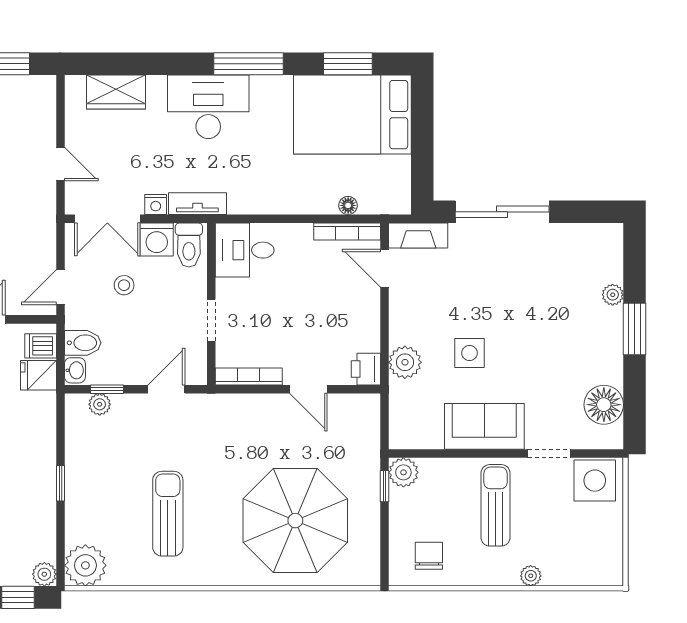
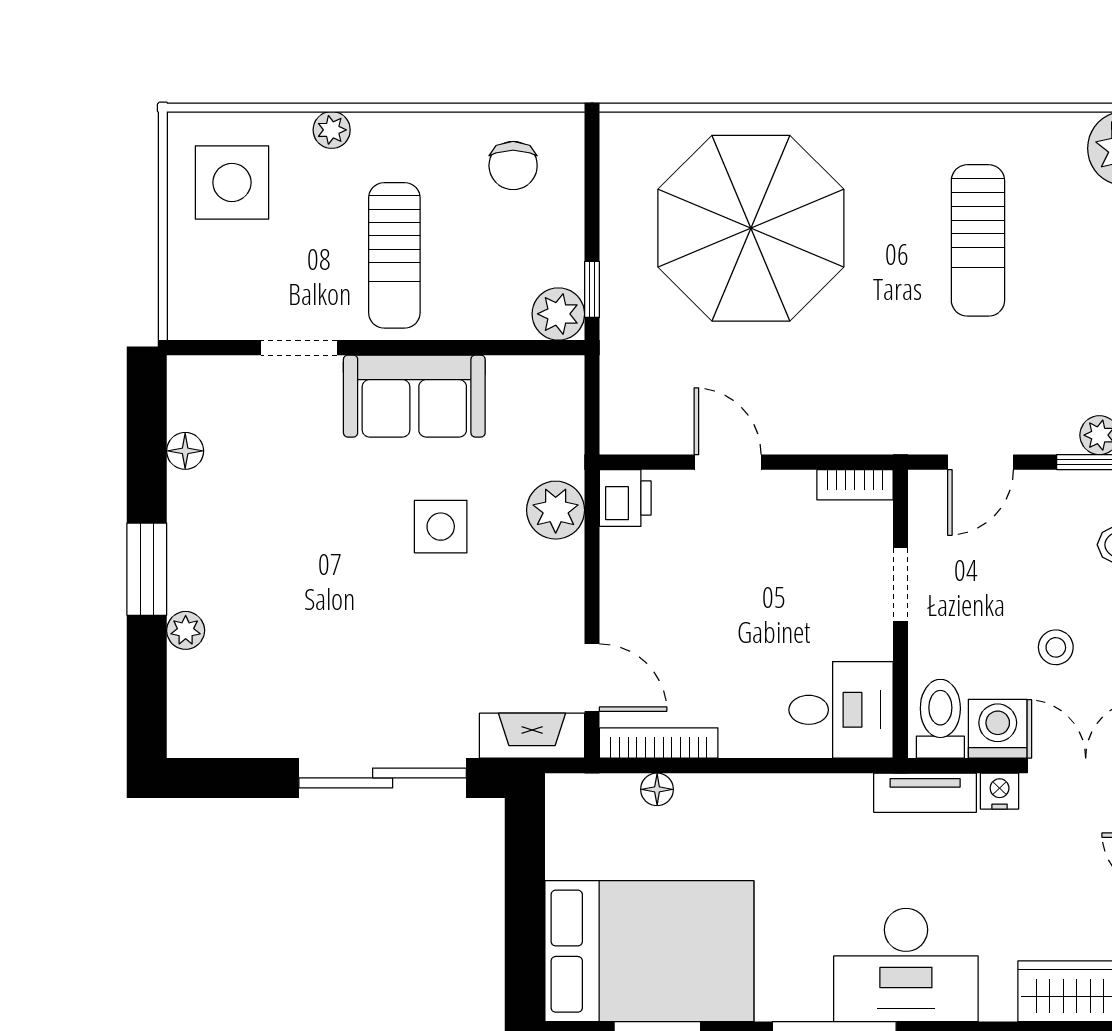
bookcase: (249, 376) -> (855, 485), width x0.64
floor lamp: (604, 405) -> (185, 451), width x0.53, depth x0.53
side table: (595, 481) -> (232, 182), moved

